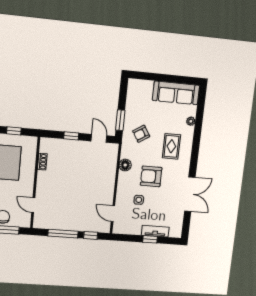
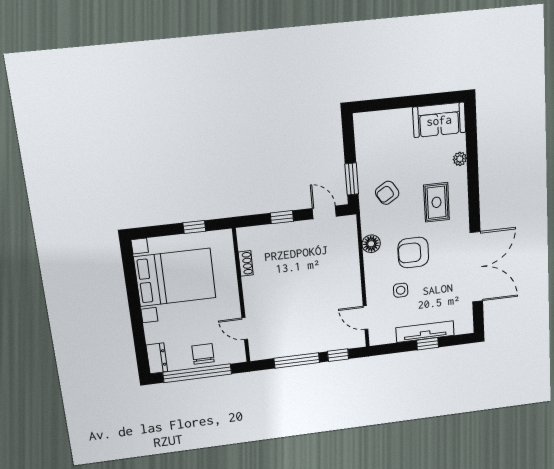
sofa: (176, 93) -> (439, 120), width x0.73
double door: (190, 194) -> (476, 267), width x1.36
tv unit: (155, 231) -> (425, 332), width x1.41

